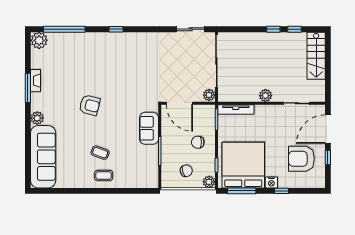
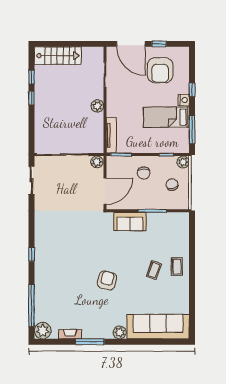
fireplace: (36, 81) -> (70, 334), moved
bed: (243, 165) -> (166, 117), width x0.49

